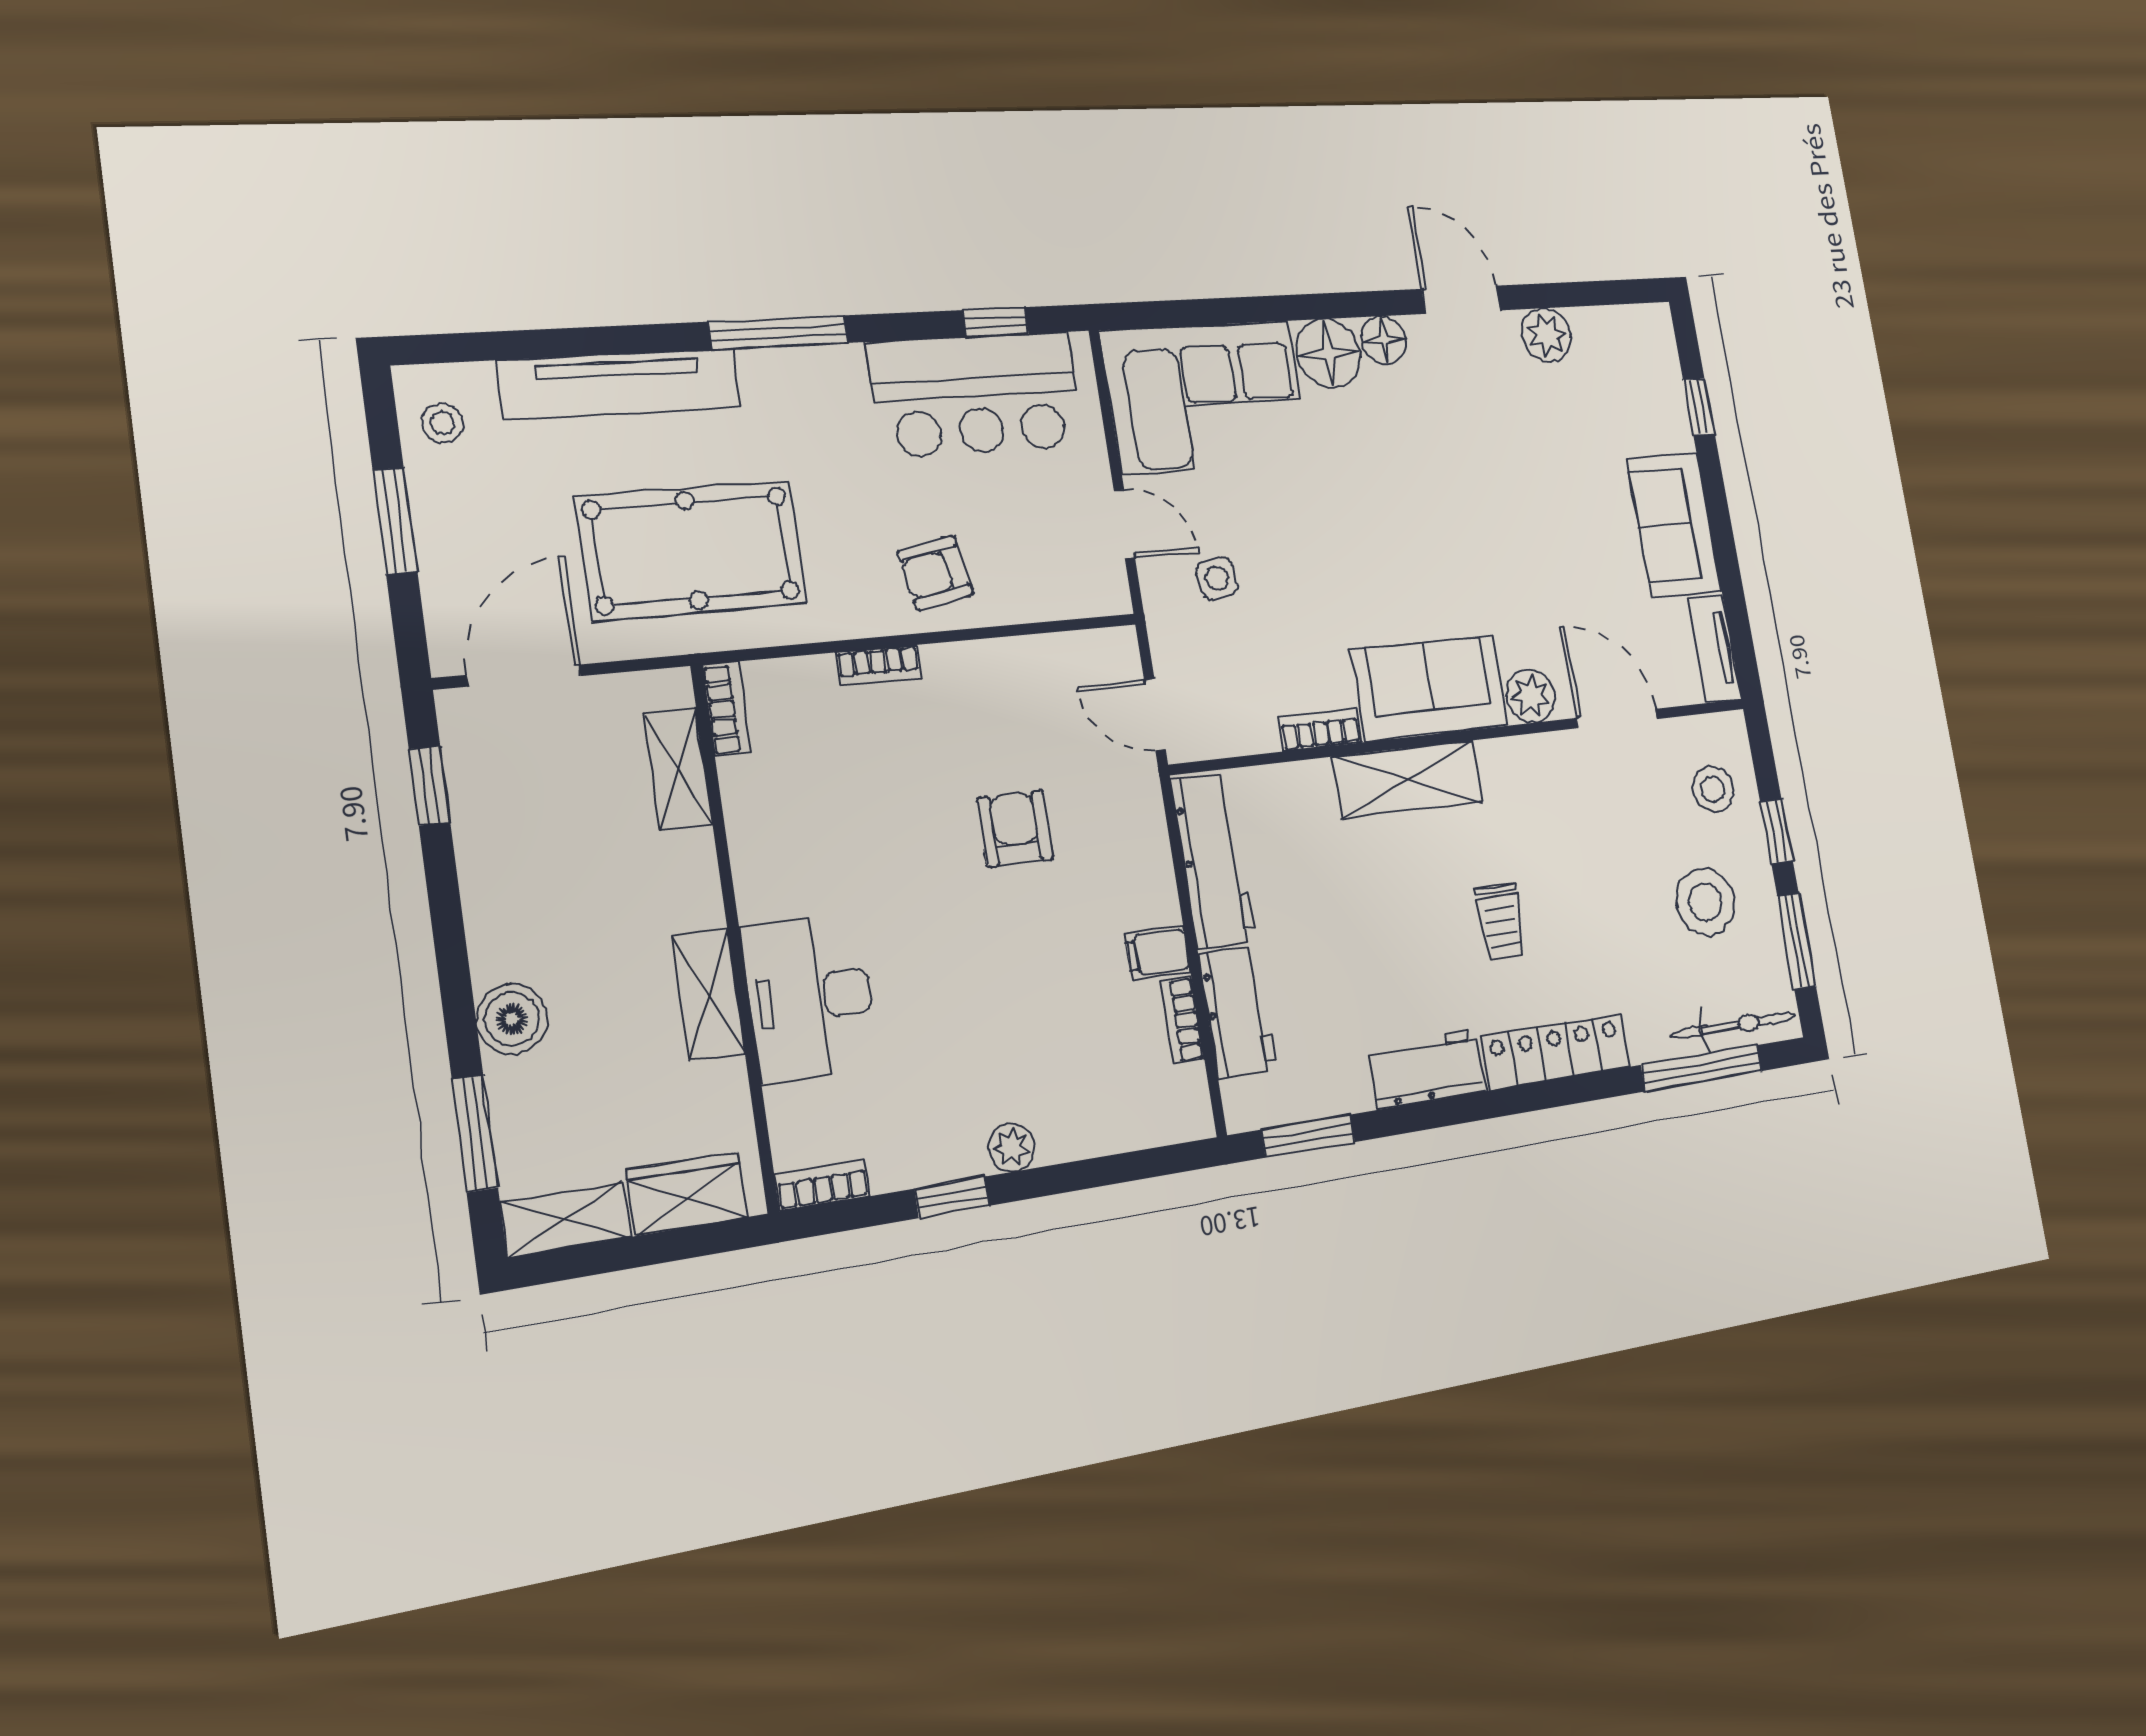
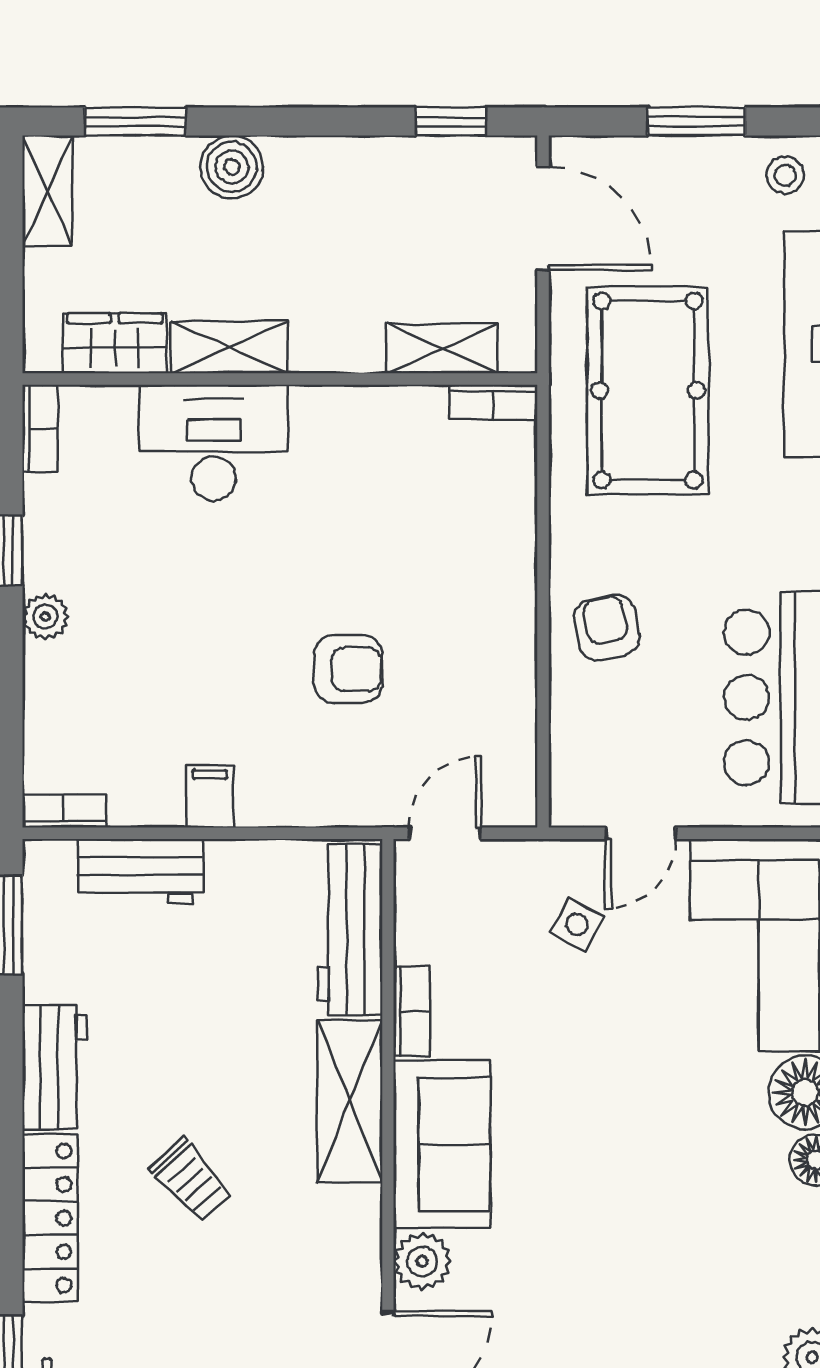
side table: (1217, 578) -> (577, 924), turned 37
bookcase: (879, 666) -> (521, 556), removed
workbench: (1213, 860) -> (350, 930), moved, turned 90
trolley: (1501, 922) -> (191, 1180), turned -132
bookcase: (1182, 1020) -> (64, 811), moved
wardrobe: (687, 1194) -> (115, 343), moved, turned -90

